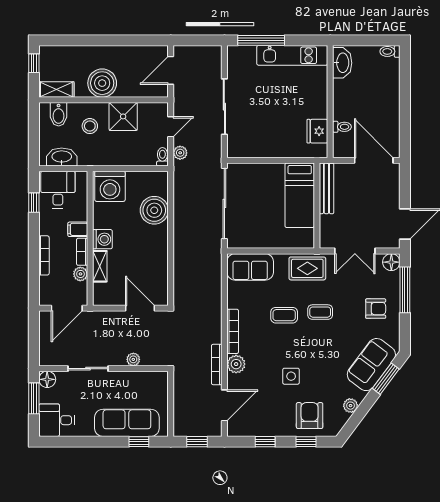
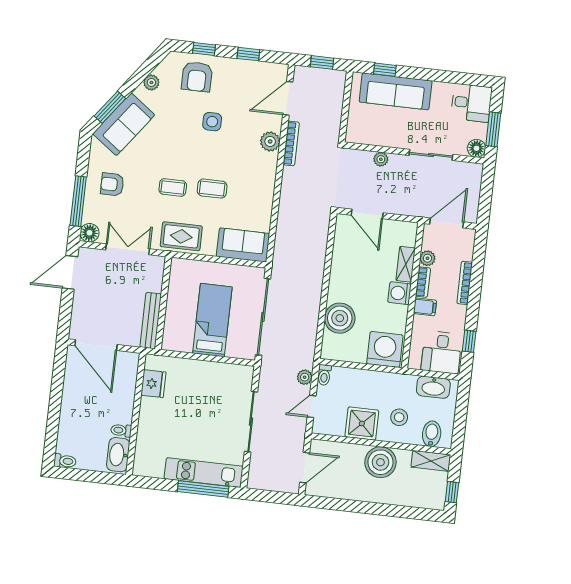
kitchen unit: (292, 55) -> (204, 473), moved
toilet: (342, 127) -> (121, 430), moved
bed: (300, 195) -> (212, 320), moved
bookcase: (233, 331) -> (270, 177), removed

